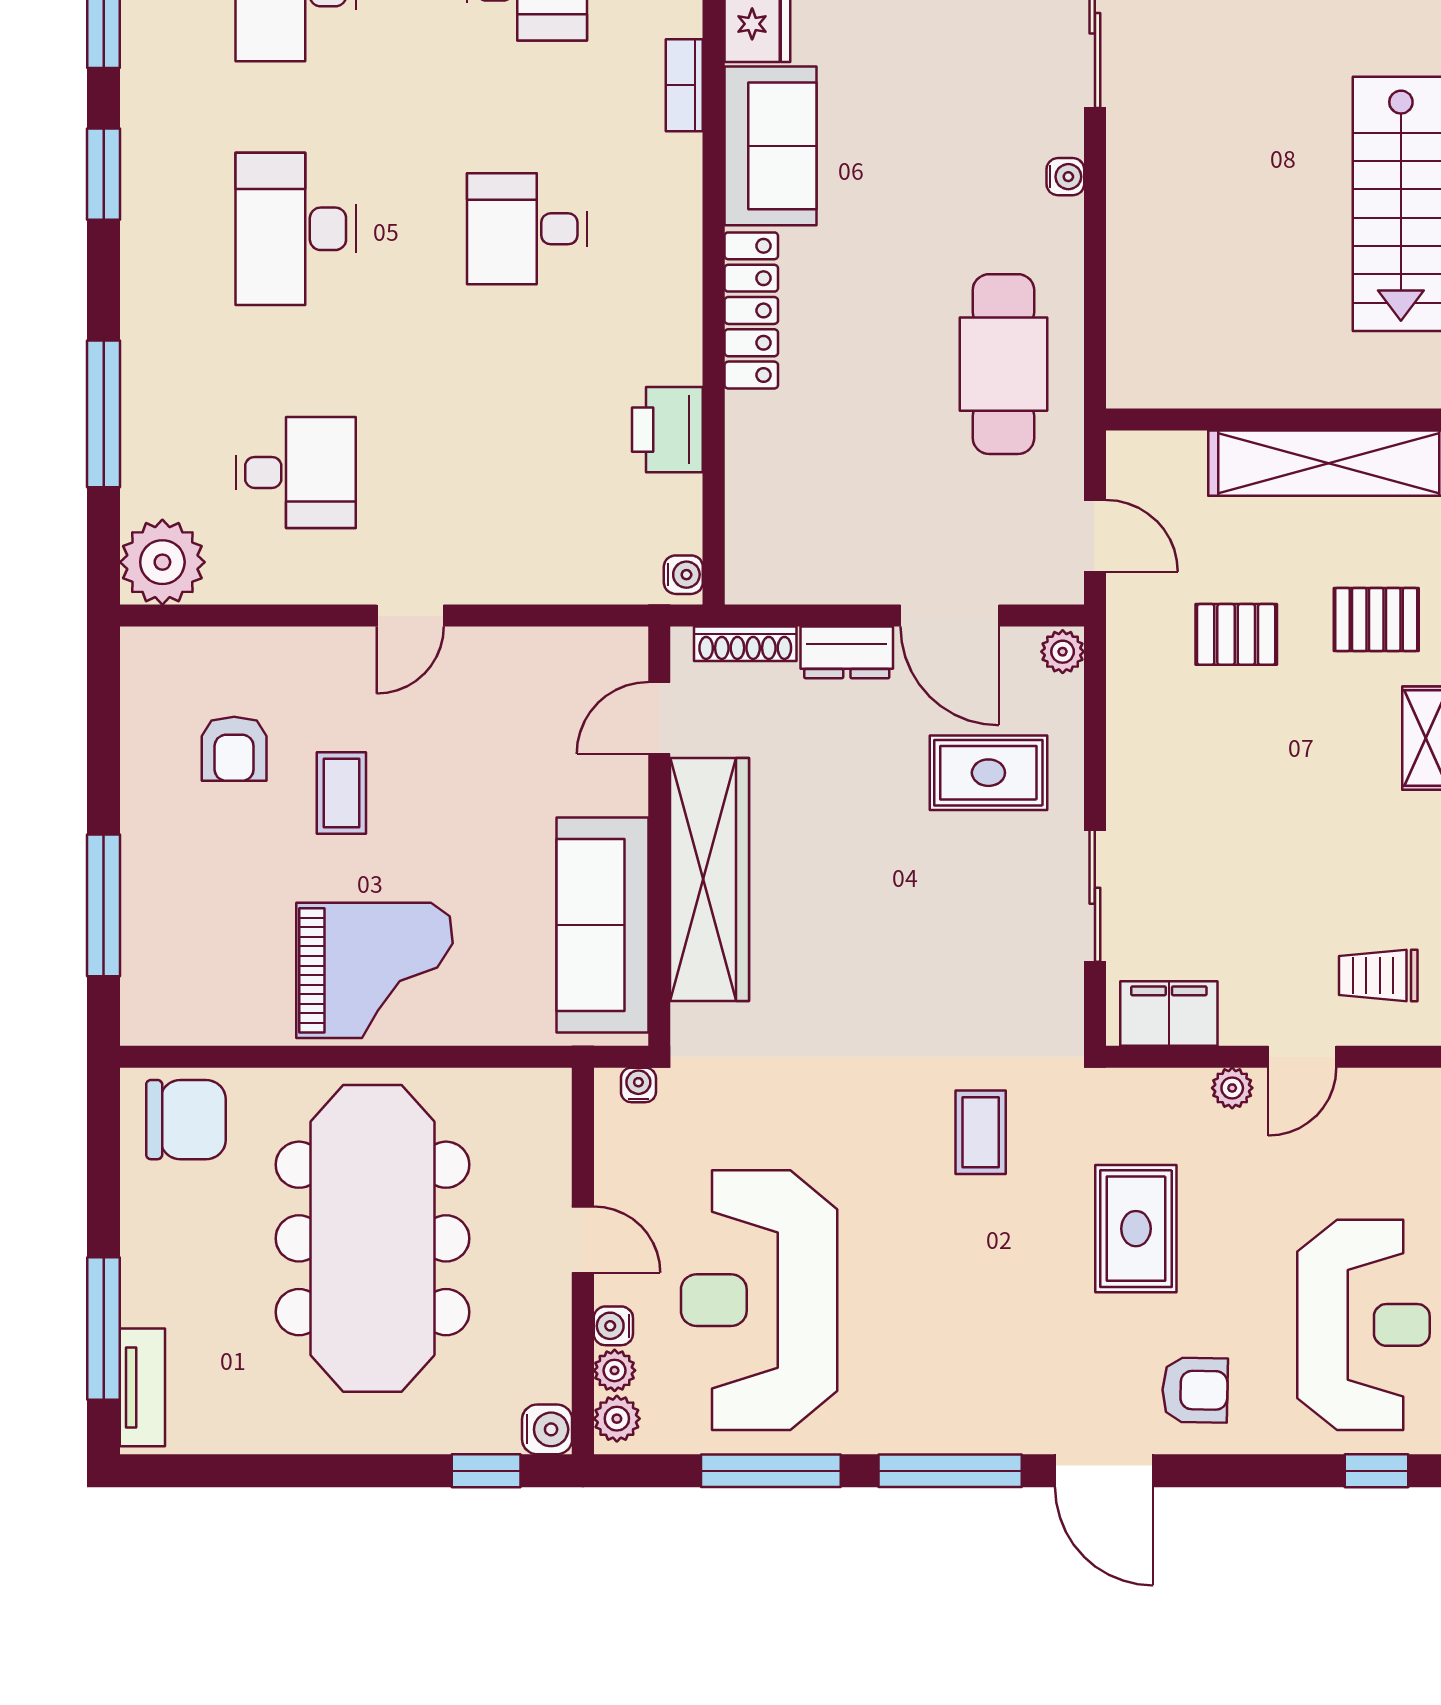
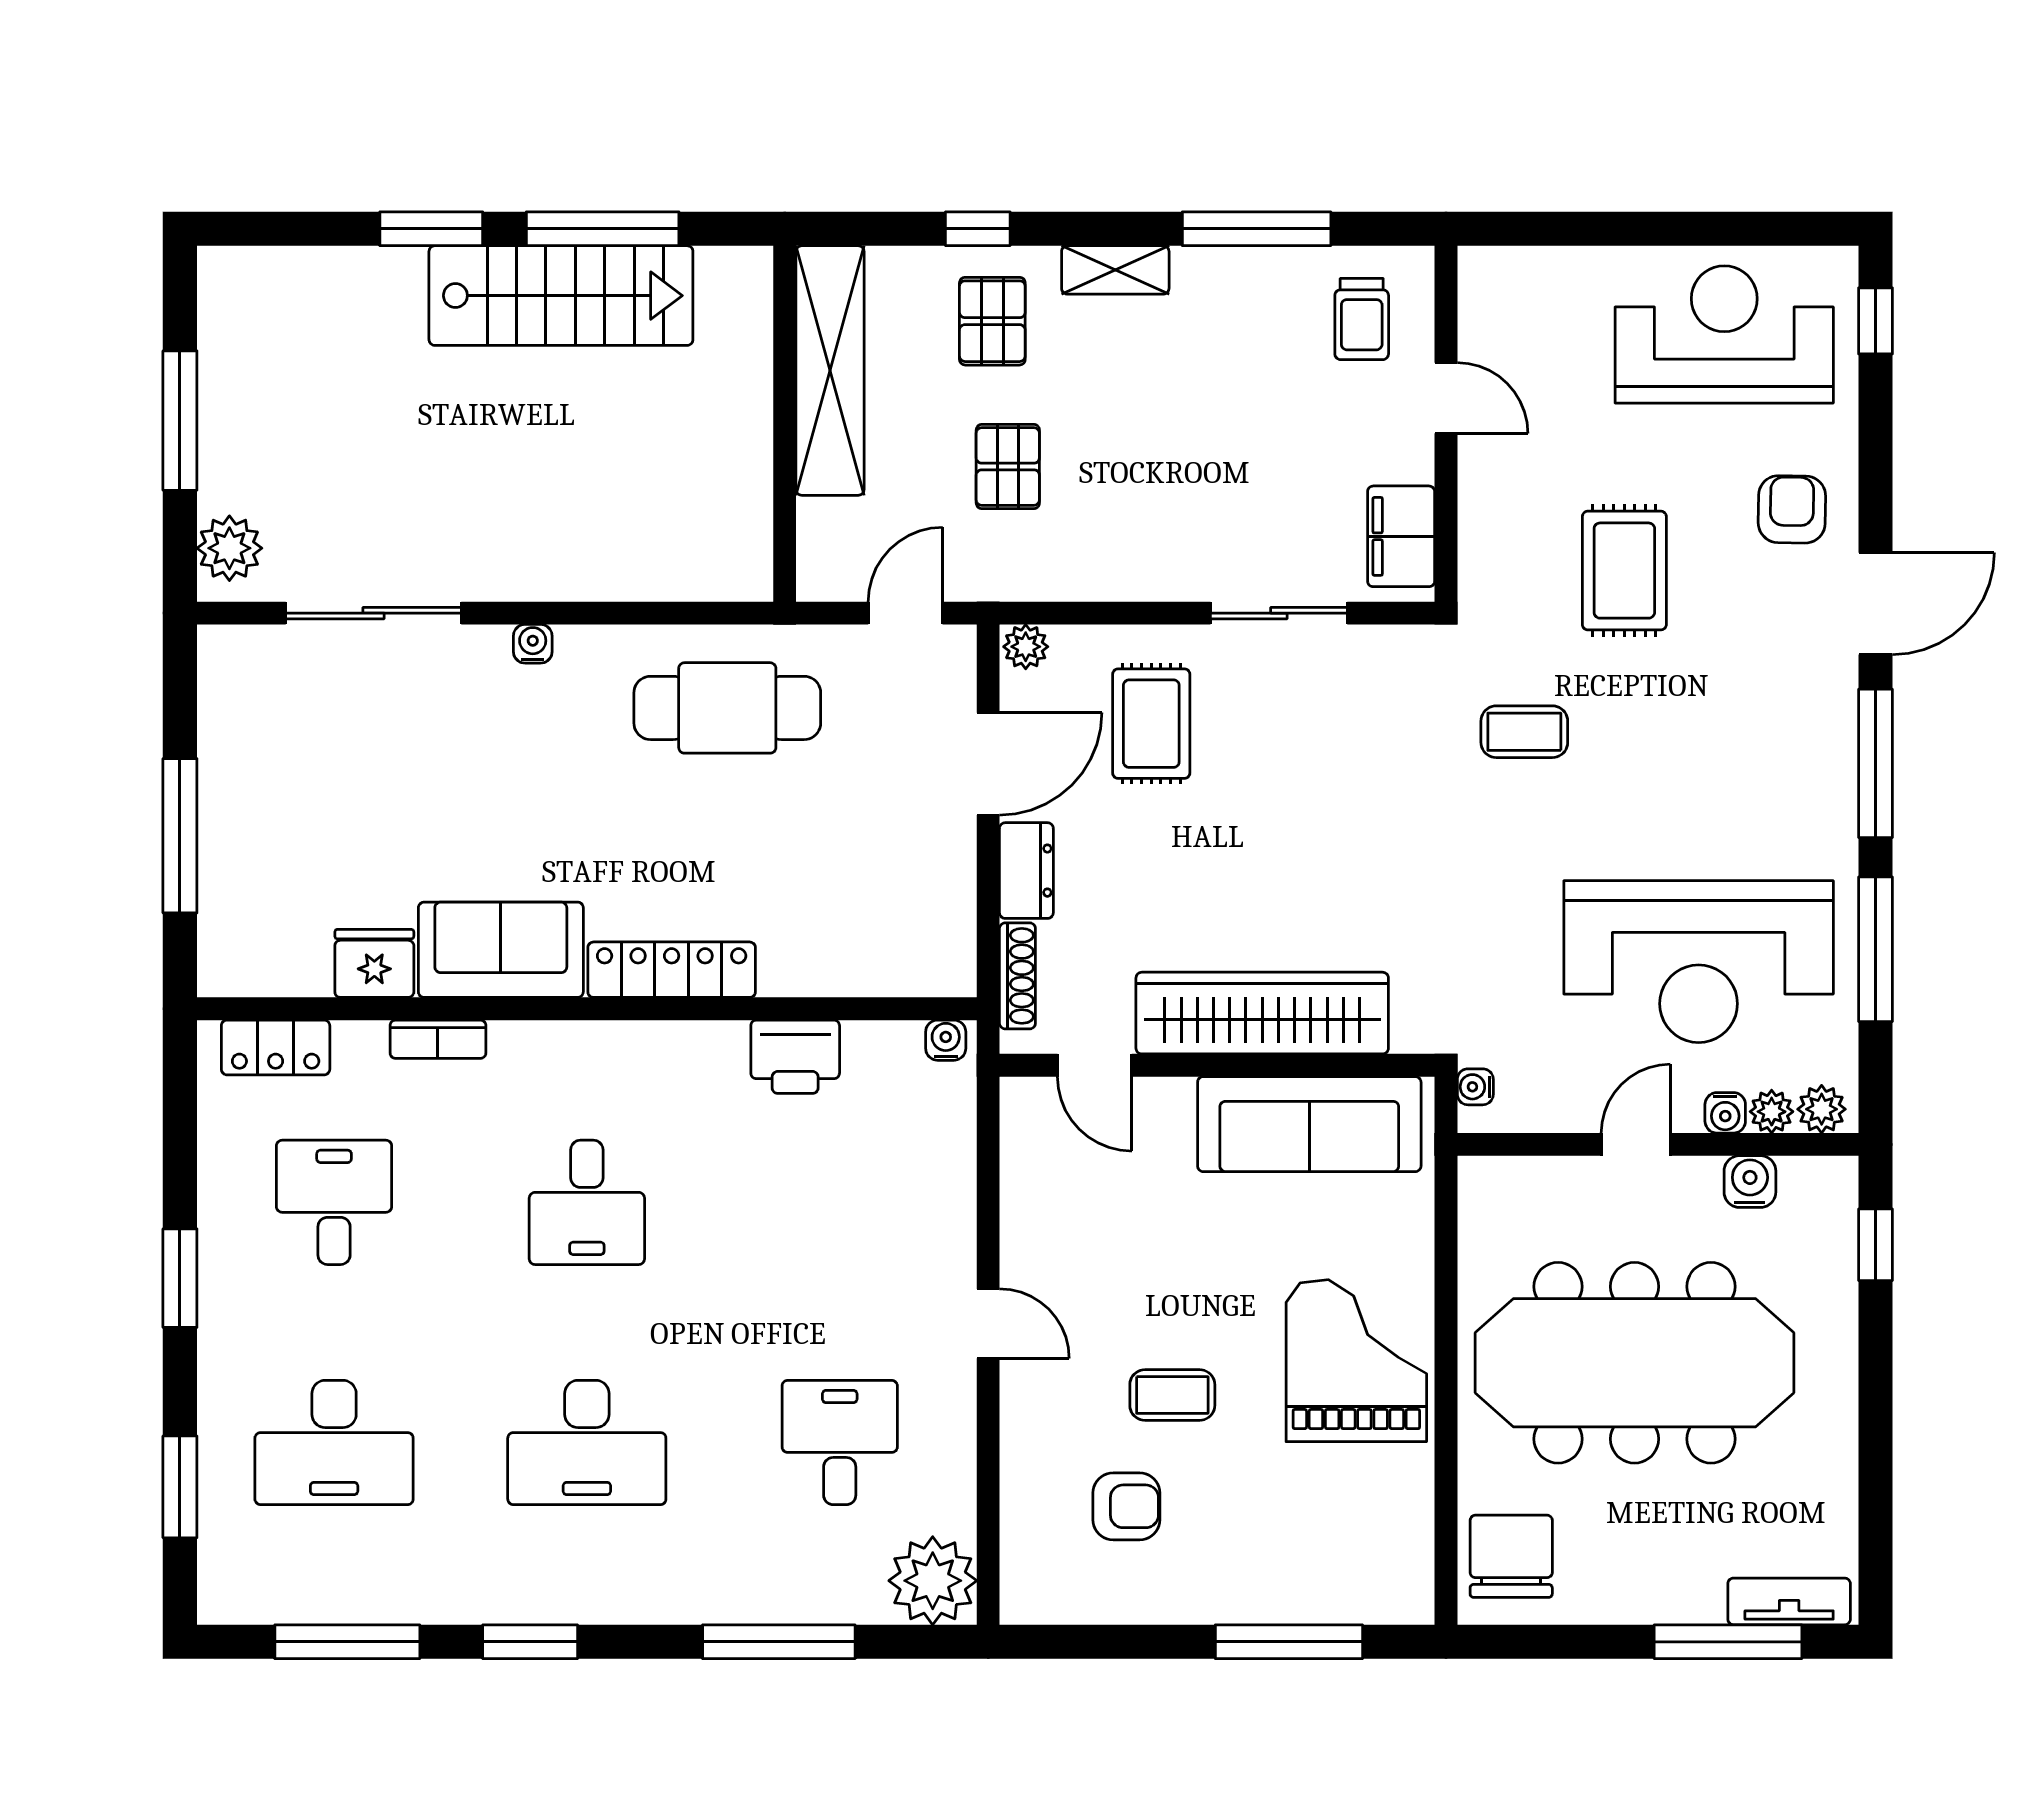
plant: (1232, 1088) -> (1478, 471), removed
rug: (1136, 1229) -> (1624, 571), turned 90
water cooler: (547, 1429) -> (1750, 1182), moved

